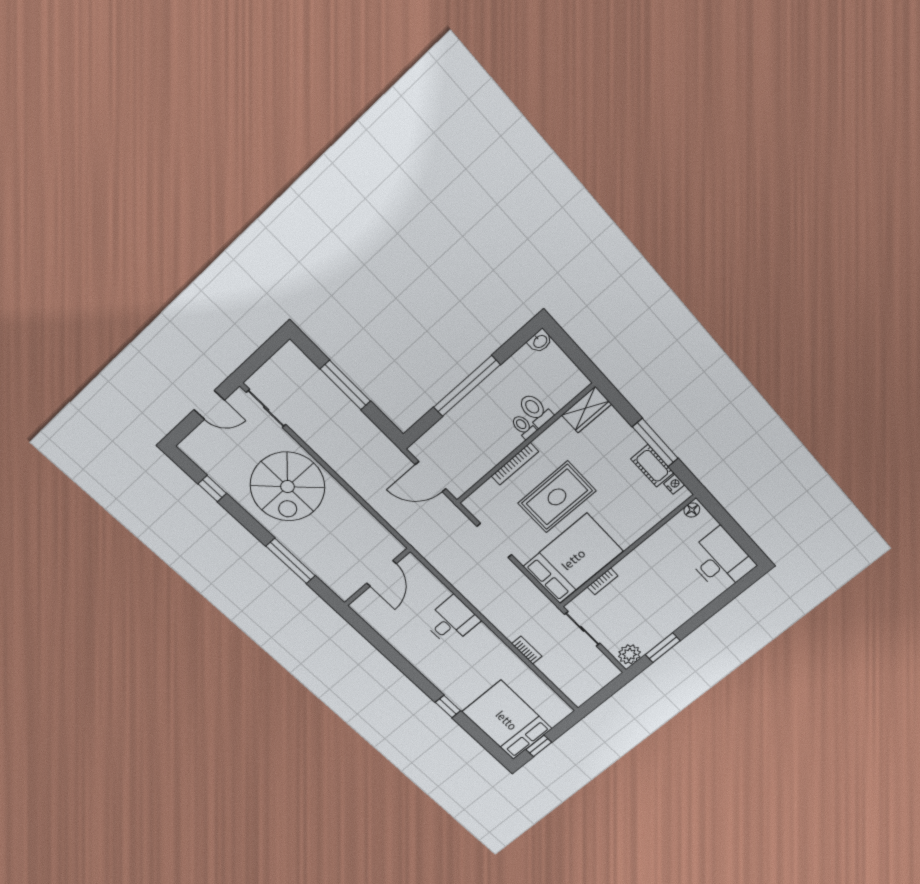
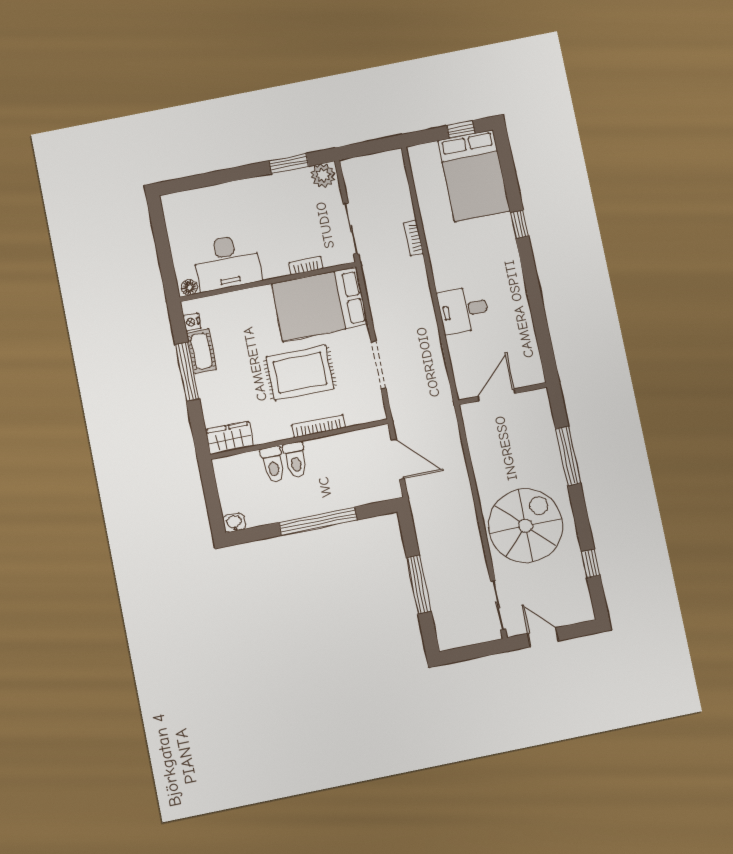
toilet: (524, 427) -> (295, 460), width x1.37, depth x1.39
desk: (720, 560) -> (227, 262), moved, turned -90

